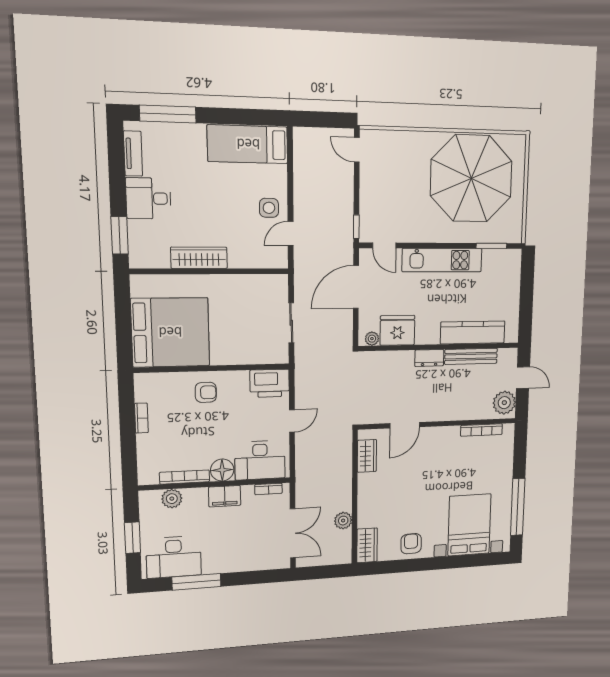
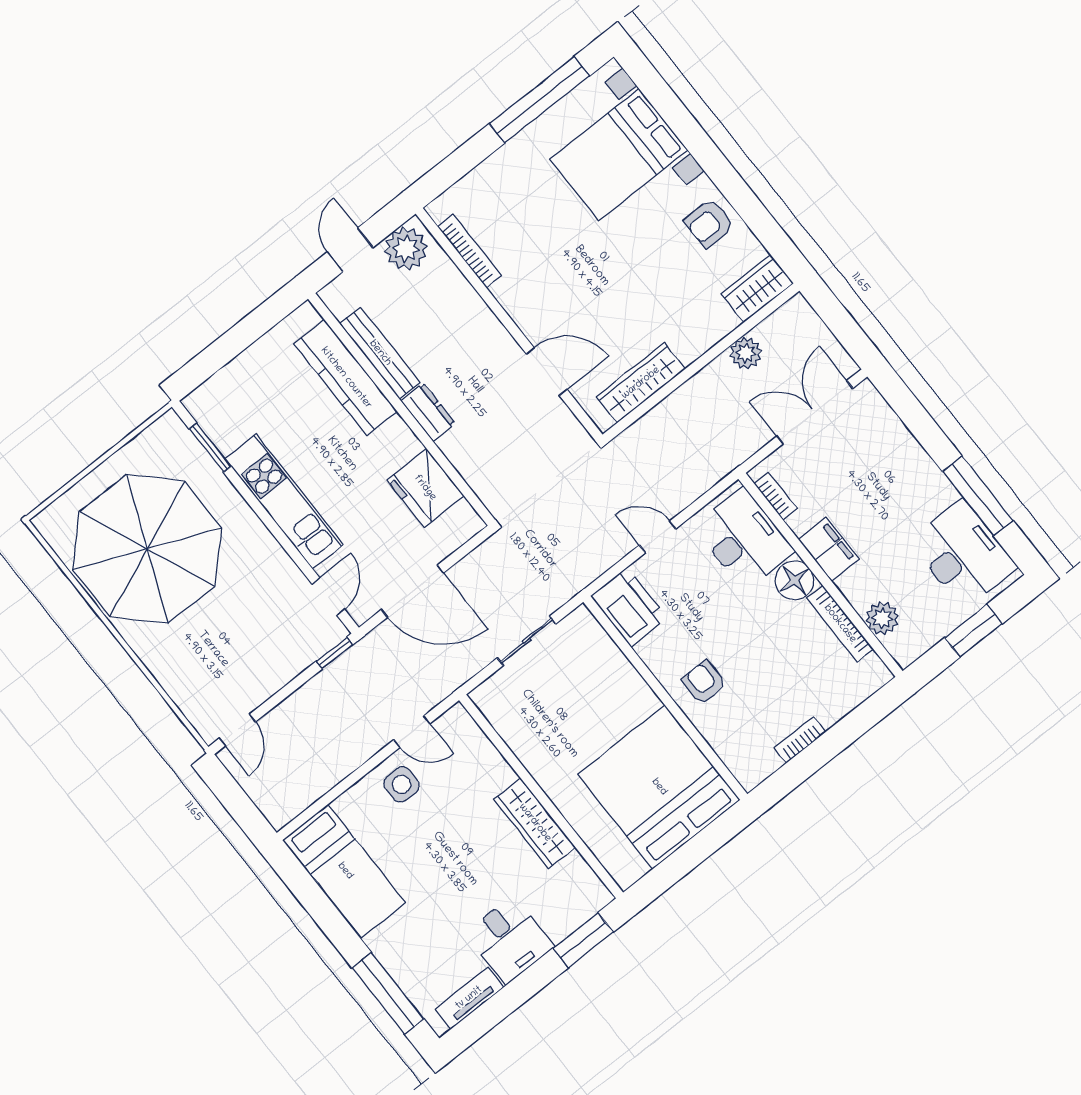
plant: (372, 339) -> (464, 514), removed
wardrobe: (367, 456) -> (641, 383), width x1.50

